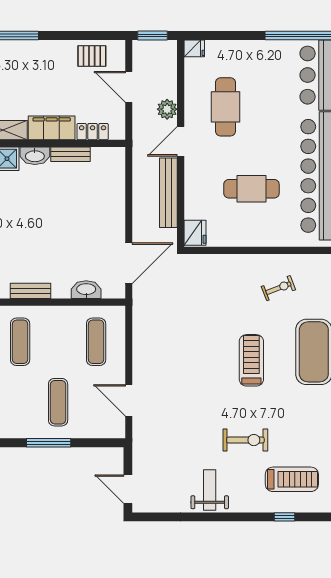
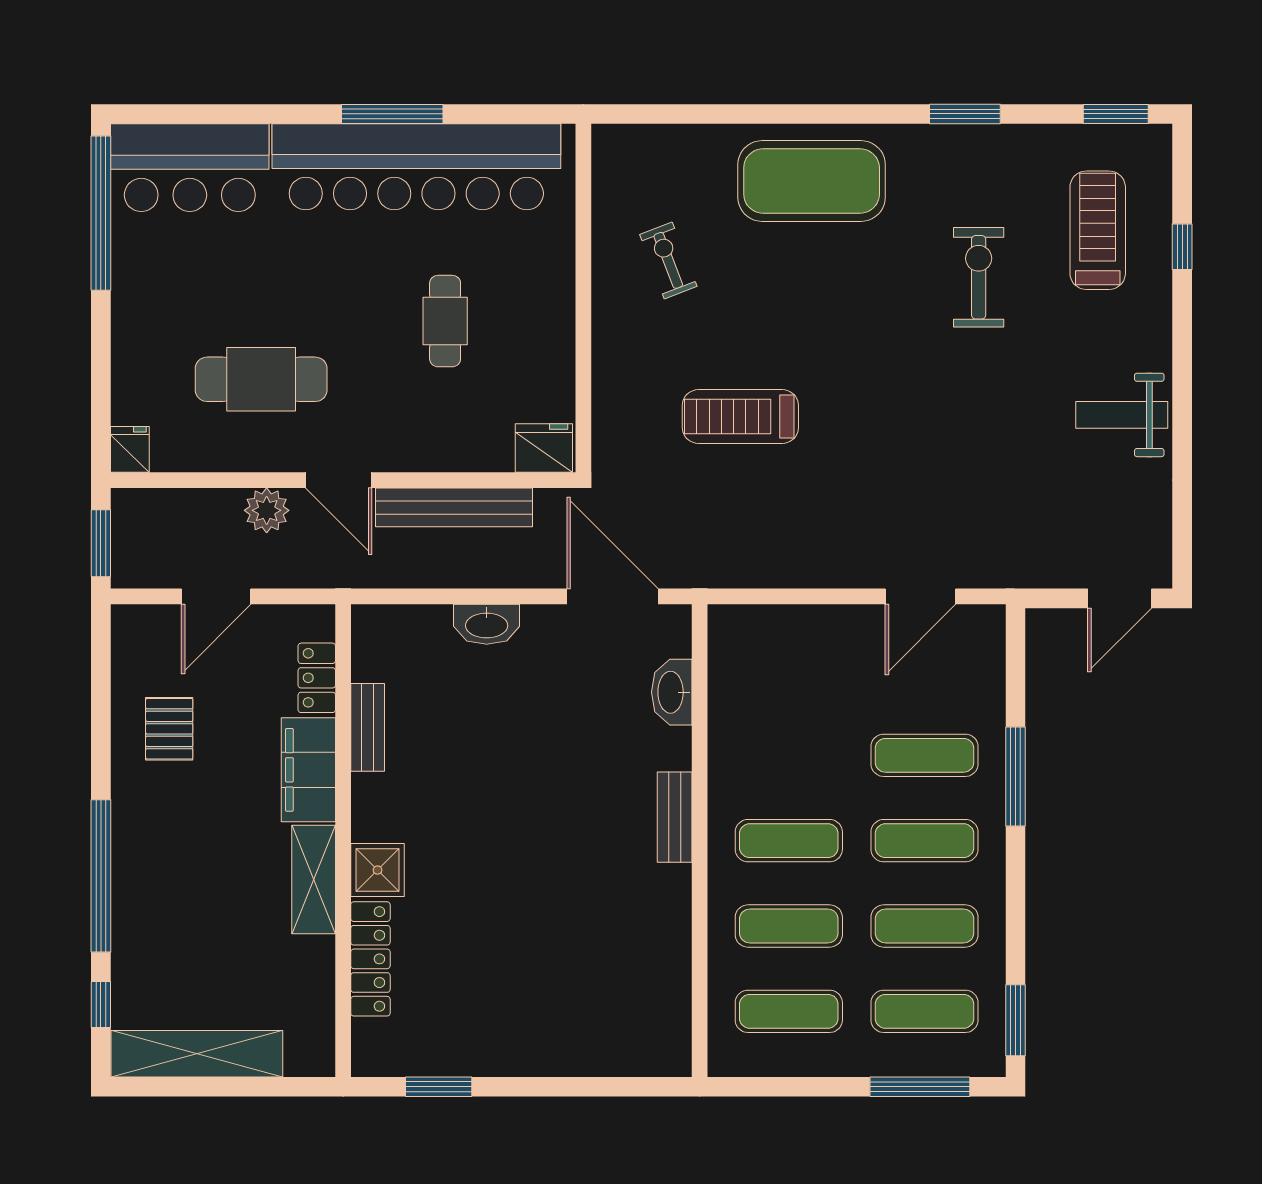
pallet: (92, 56) -> (169, 729), moved
washbasin: (35, 156) -> (487, 624), moved, turned 90
cafe table: (251, 189) -> (445, 321), width x0.73, depth x0.74
exercise mat: (96, 342) -> (925, 841), moved
treadmill: (251, 360) -> (740, 416), moved
exercise bike: (245, 440) -> (979, 277), moved

